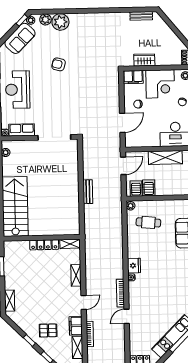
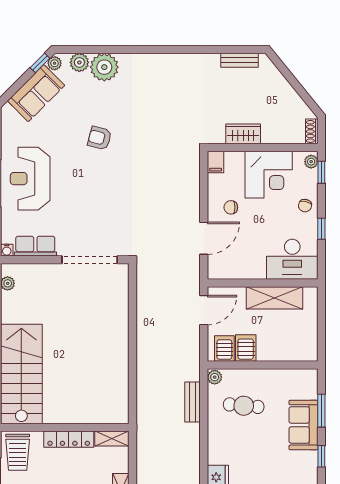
filing cabinet: (133, 77) -> (216, 162), width x0.50
bench: (88, 192) -> (193, 402), moved
trolley: (14, 253) -> (18, 452), added

